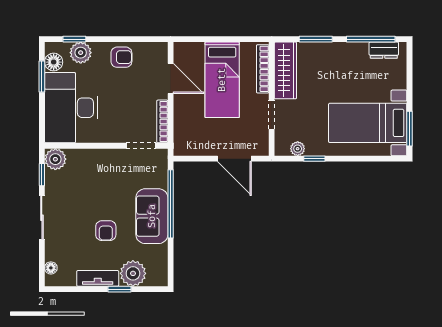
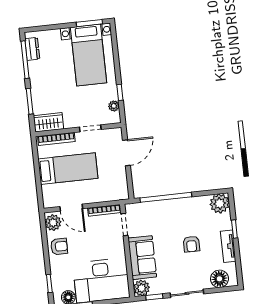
plant: (81, 53) -> (53, 223), moved
armchair: (121, 57) -> (59, 246), turned 90
wardrobe: (285, 70) -> (48, 122), width x0.67
door: (171, 79) -> (71, 208), swing flipped
sofa: (152, 216) -> (142, 258), moved, turned -90
armchair: (106, 231) -> (191, 244), turned 90
floor lamp: (51, 268) -> (219, 279), width x1.89, depth x1.89
plant: (133, 273) -> (220, 204), moved

